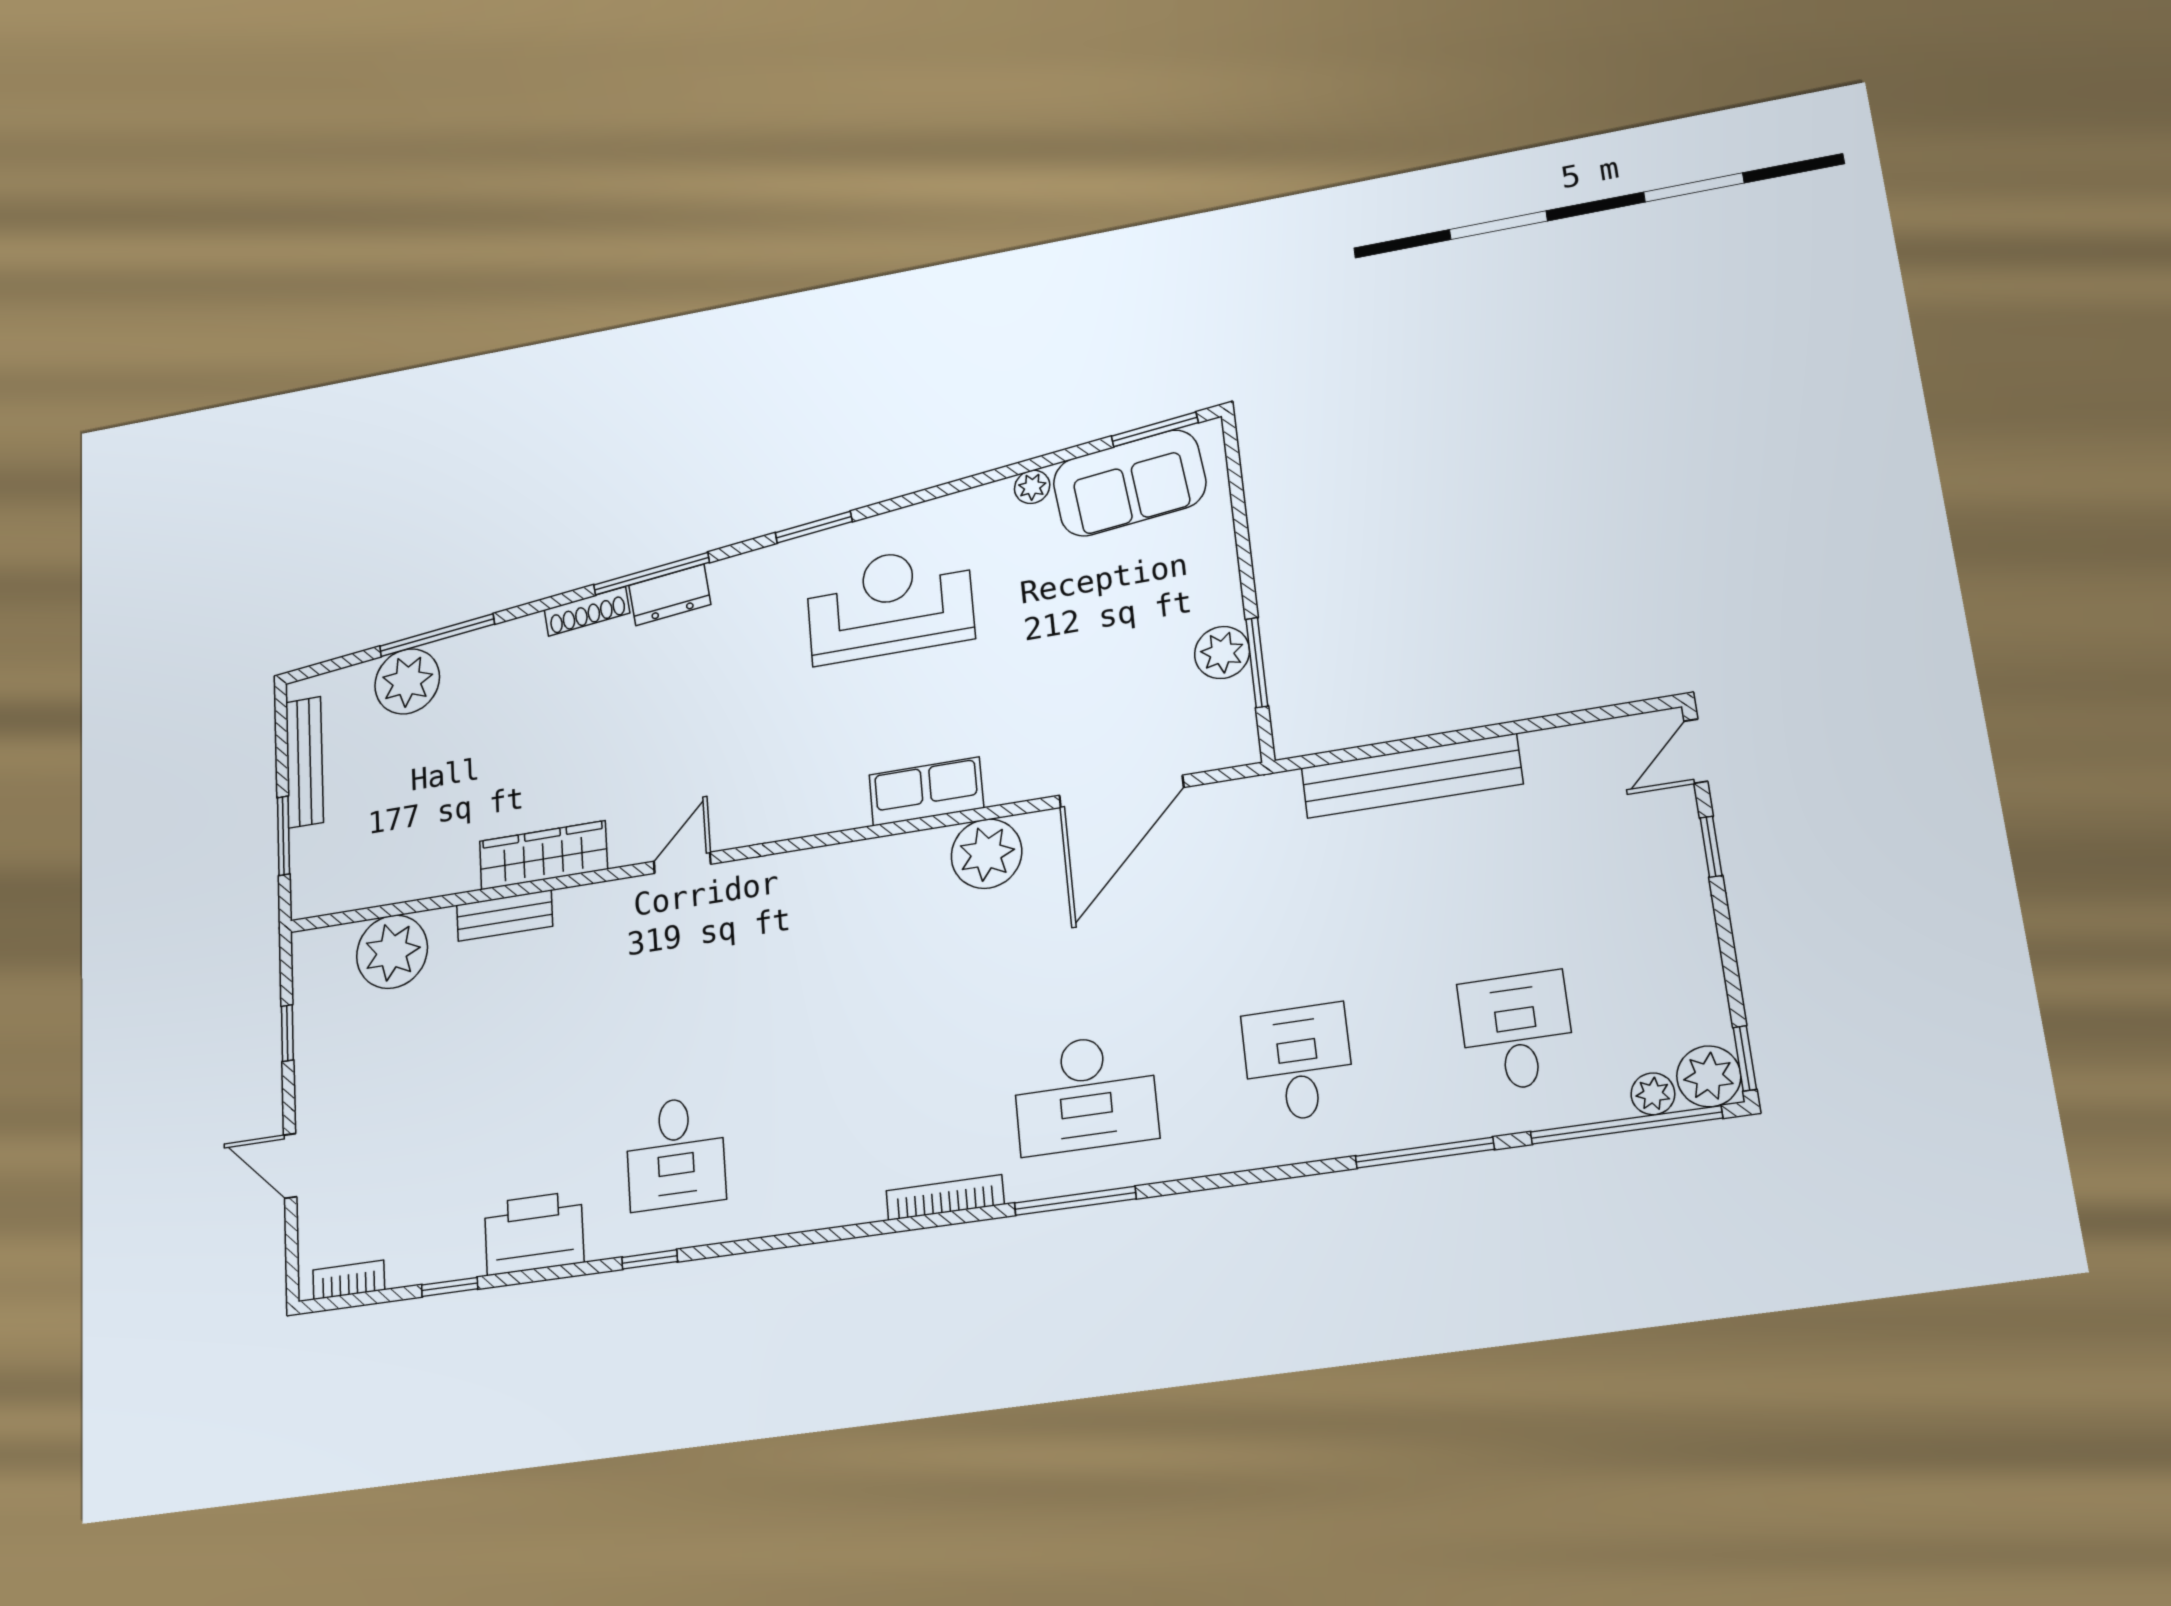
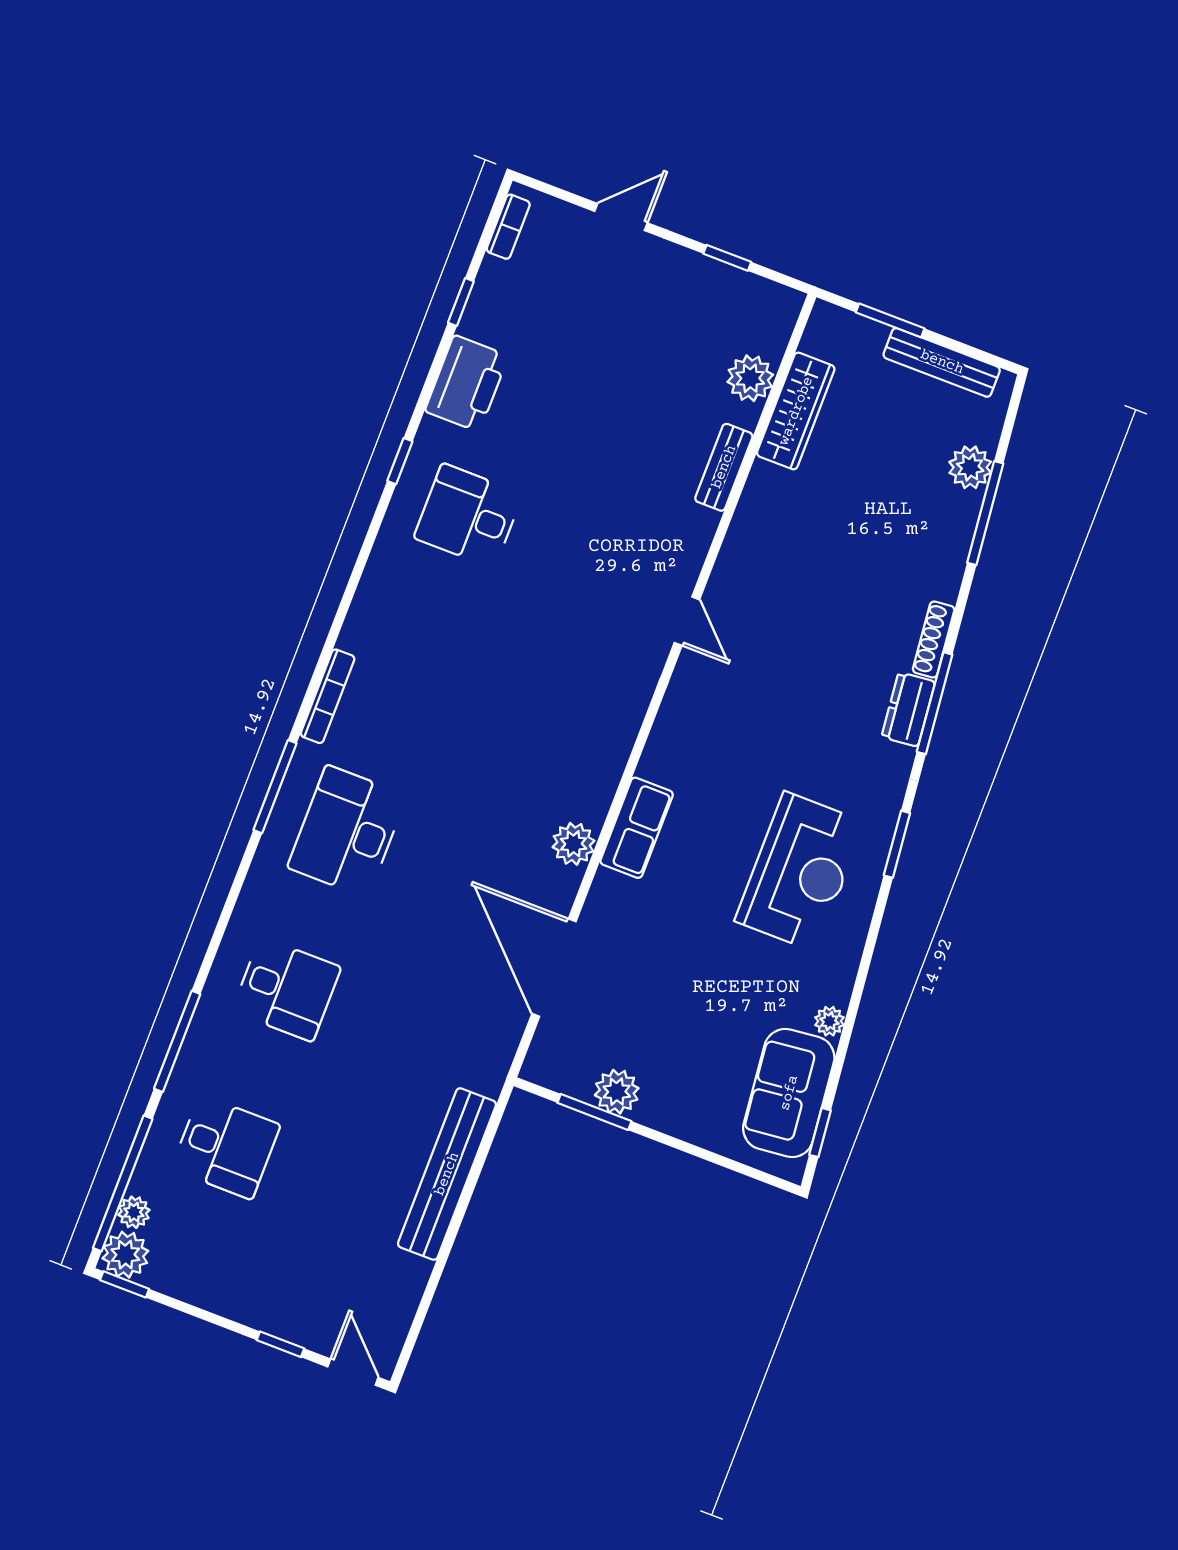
window: (1155, 429) -> (820, 1133), width x0.67
plant: (407, 681) -> (970, 467), width x0.73, depth x0.73
plant: (986, 854) -> (574, 844), width x0.73, depth x0.73
wardrobe: (543, 855) -> (796, 411), moved
plant: (392, 952) -> (750, 378), width x0.73, depth x0.73

